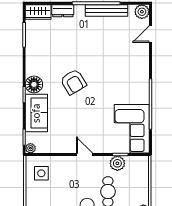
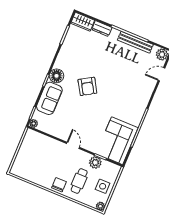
side table: (41, 173) -> (103, 186), moved

